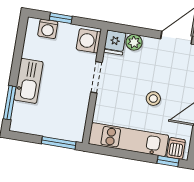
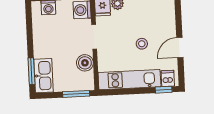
kitchen sink: (29, 81) -> (44, 76), moved
boiler: (78, 107) -> (85, 63), added

